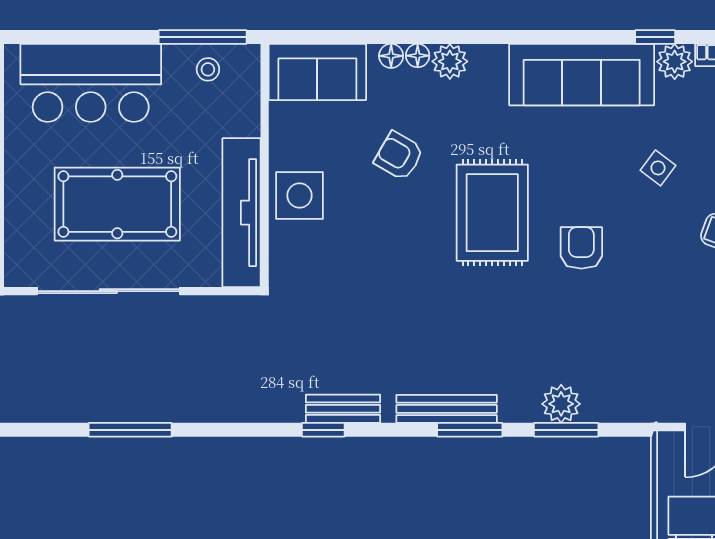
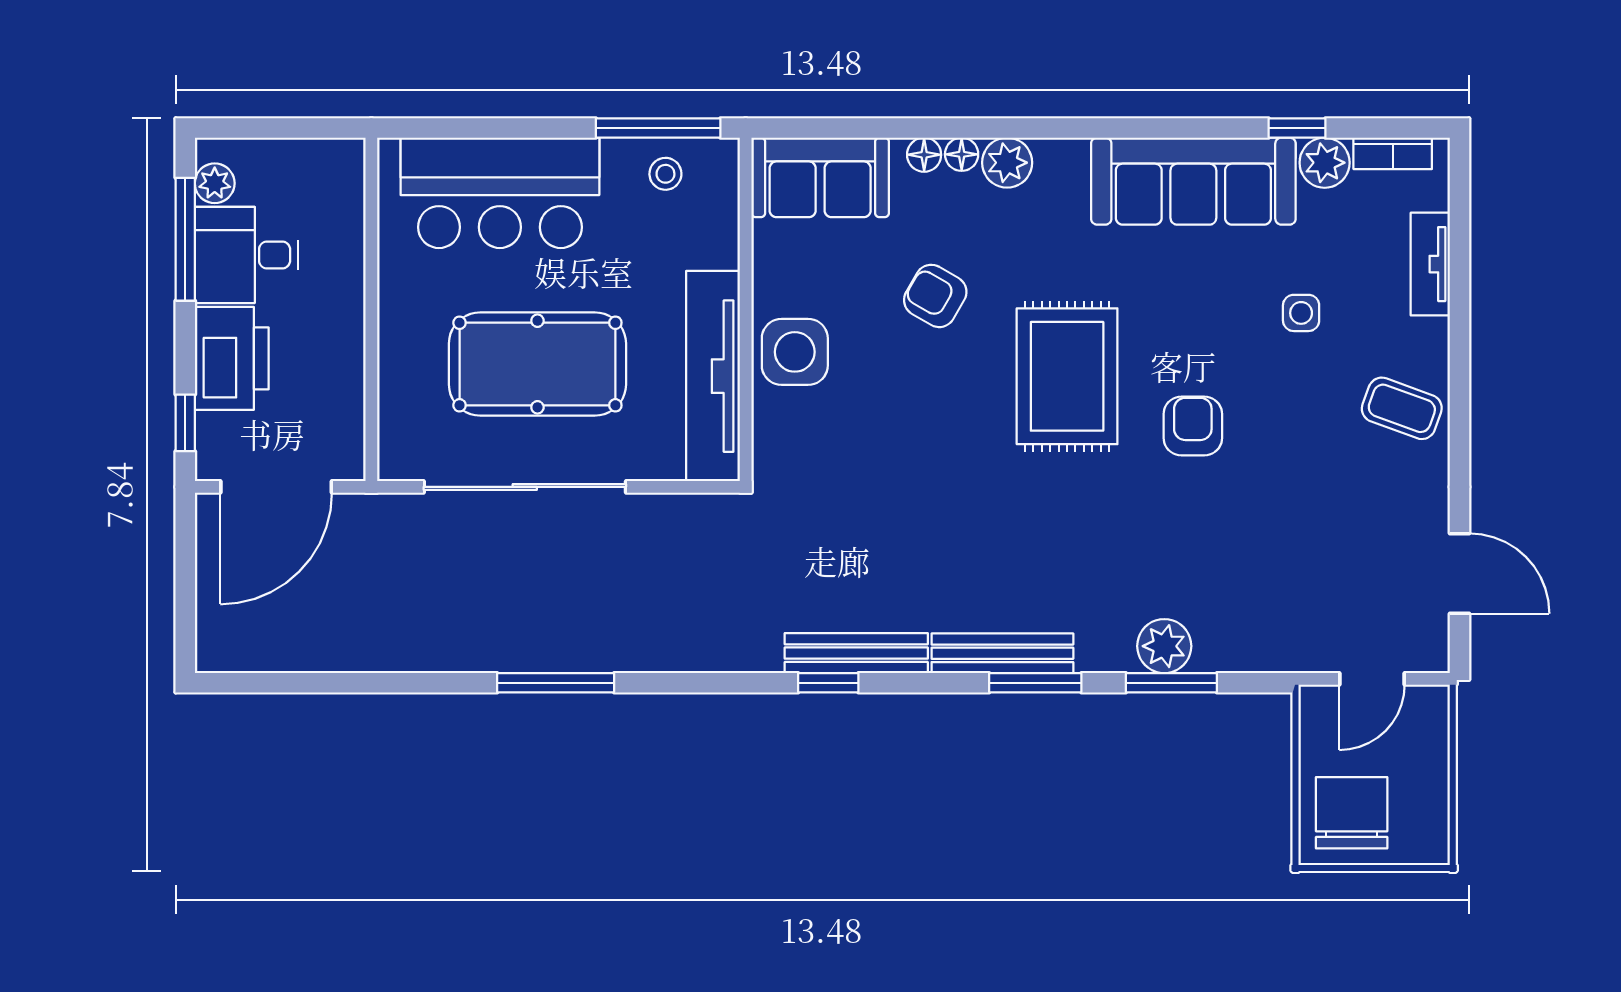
side table: (658, 168) -> (1301, 313), turned -37
bench: (343, 409) -> (856, 653), width x1.36

